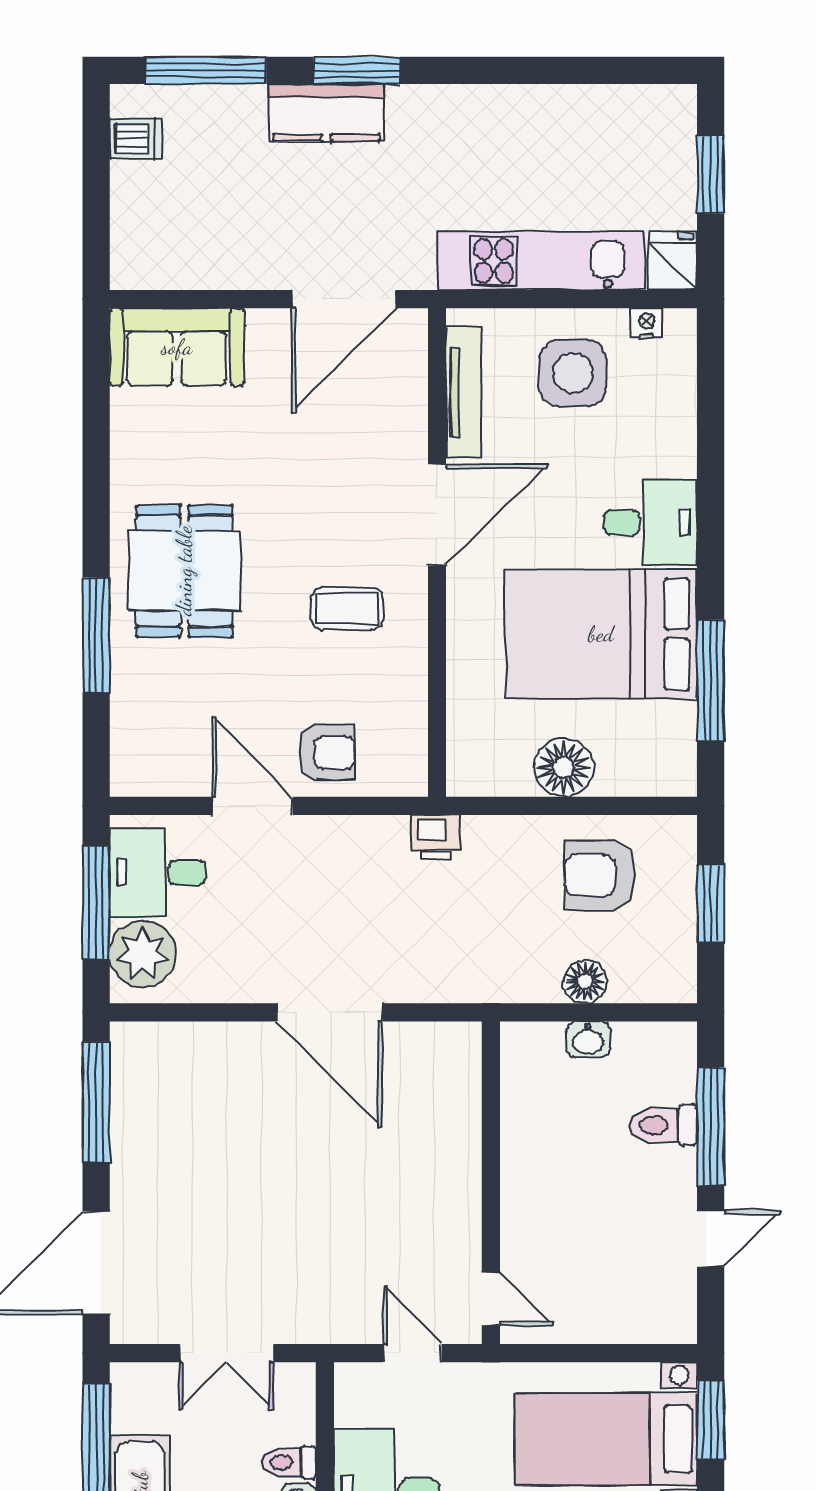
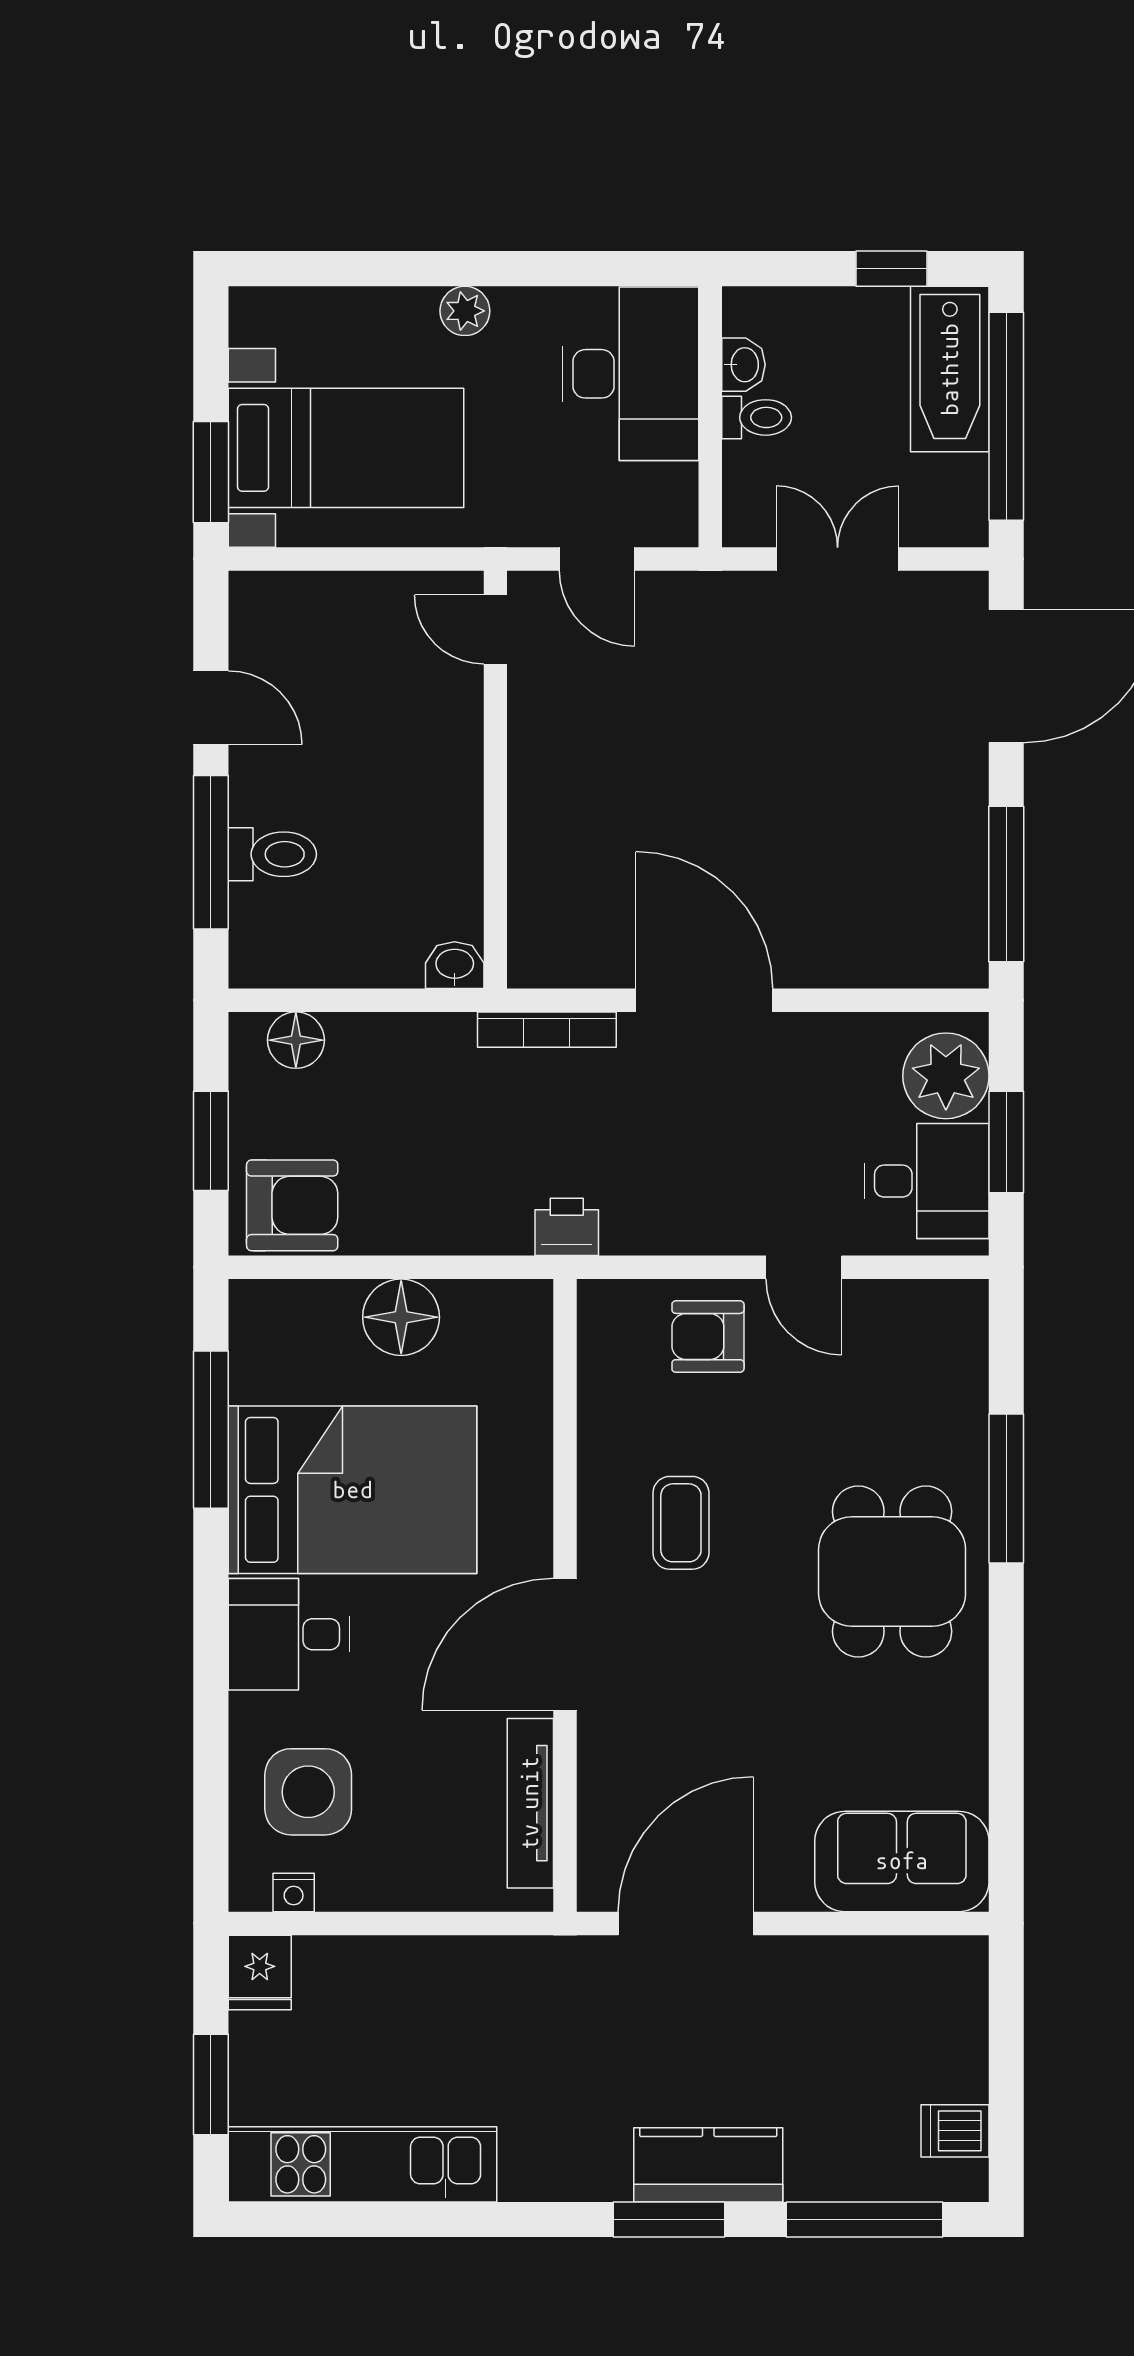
kitchen unit: (541, 261) -> (362, 2164), moved, turned 180
side table: (573, 373) -> (308, 1792), moved
coffee table: (347, 609) -> (681, 1523), turned 90
door: (253, 806) -> (804, 1267), width x0.73
armchair: (600, 875) -> (292, 1205), moved
window: (96, 903) -> (1006, 1142), width x0.69
floor lamp: (585, 981) -> (296, 1040), moved
bookcase: (451, 990) -> (547, 1030), added
washbasin: (588, 1039) -> (455, 965), moved
door: (711, 1238) -> (211, 708), swing flipped

